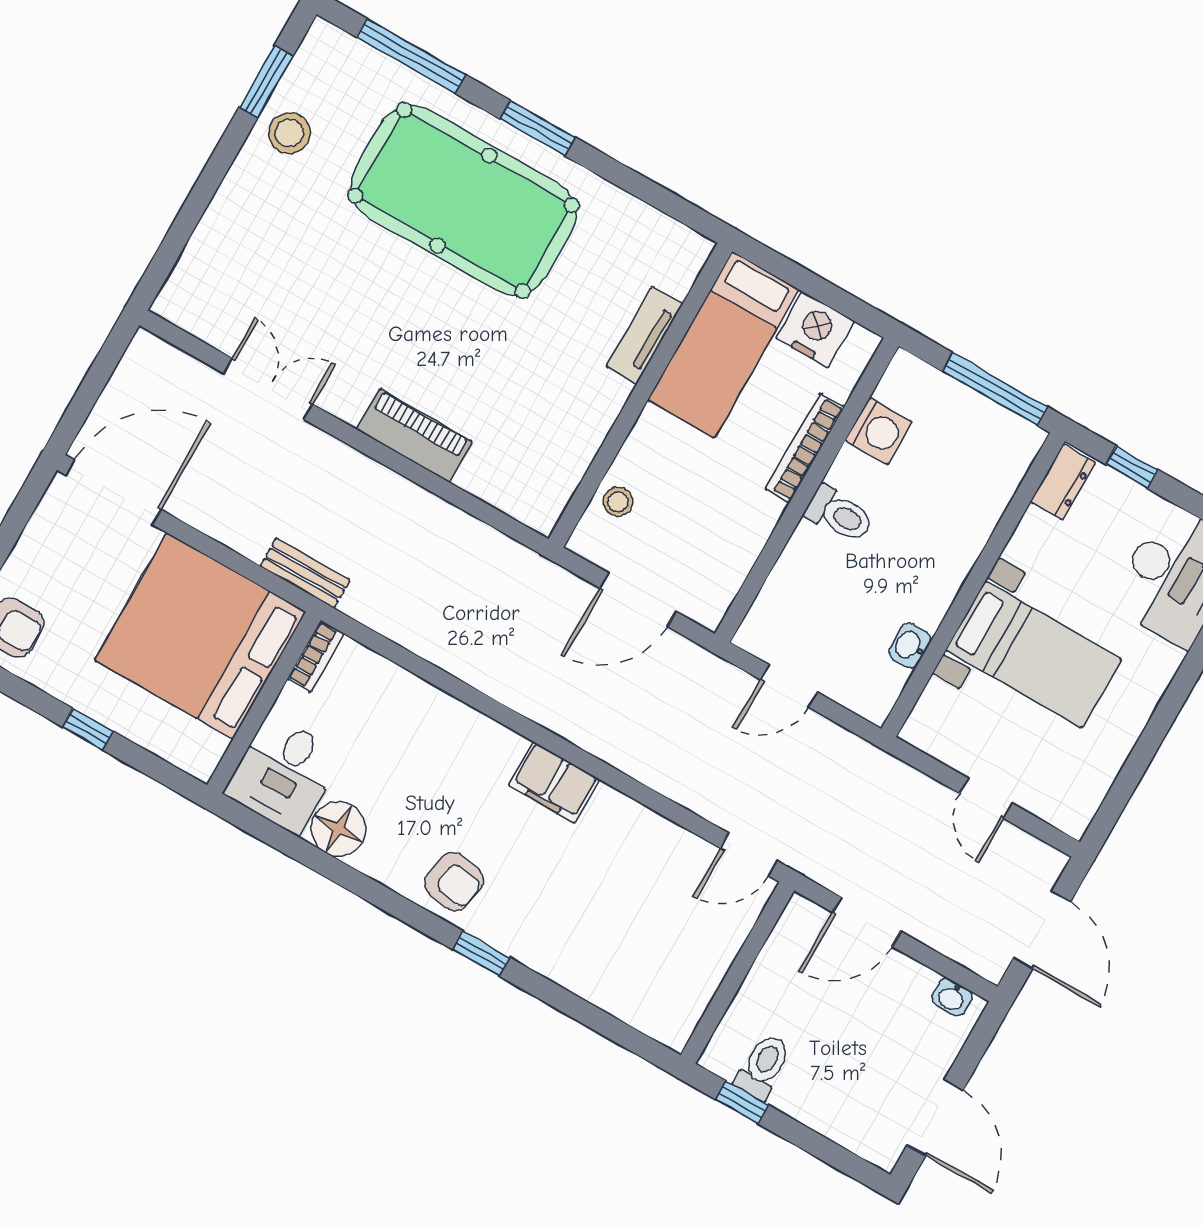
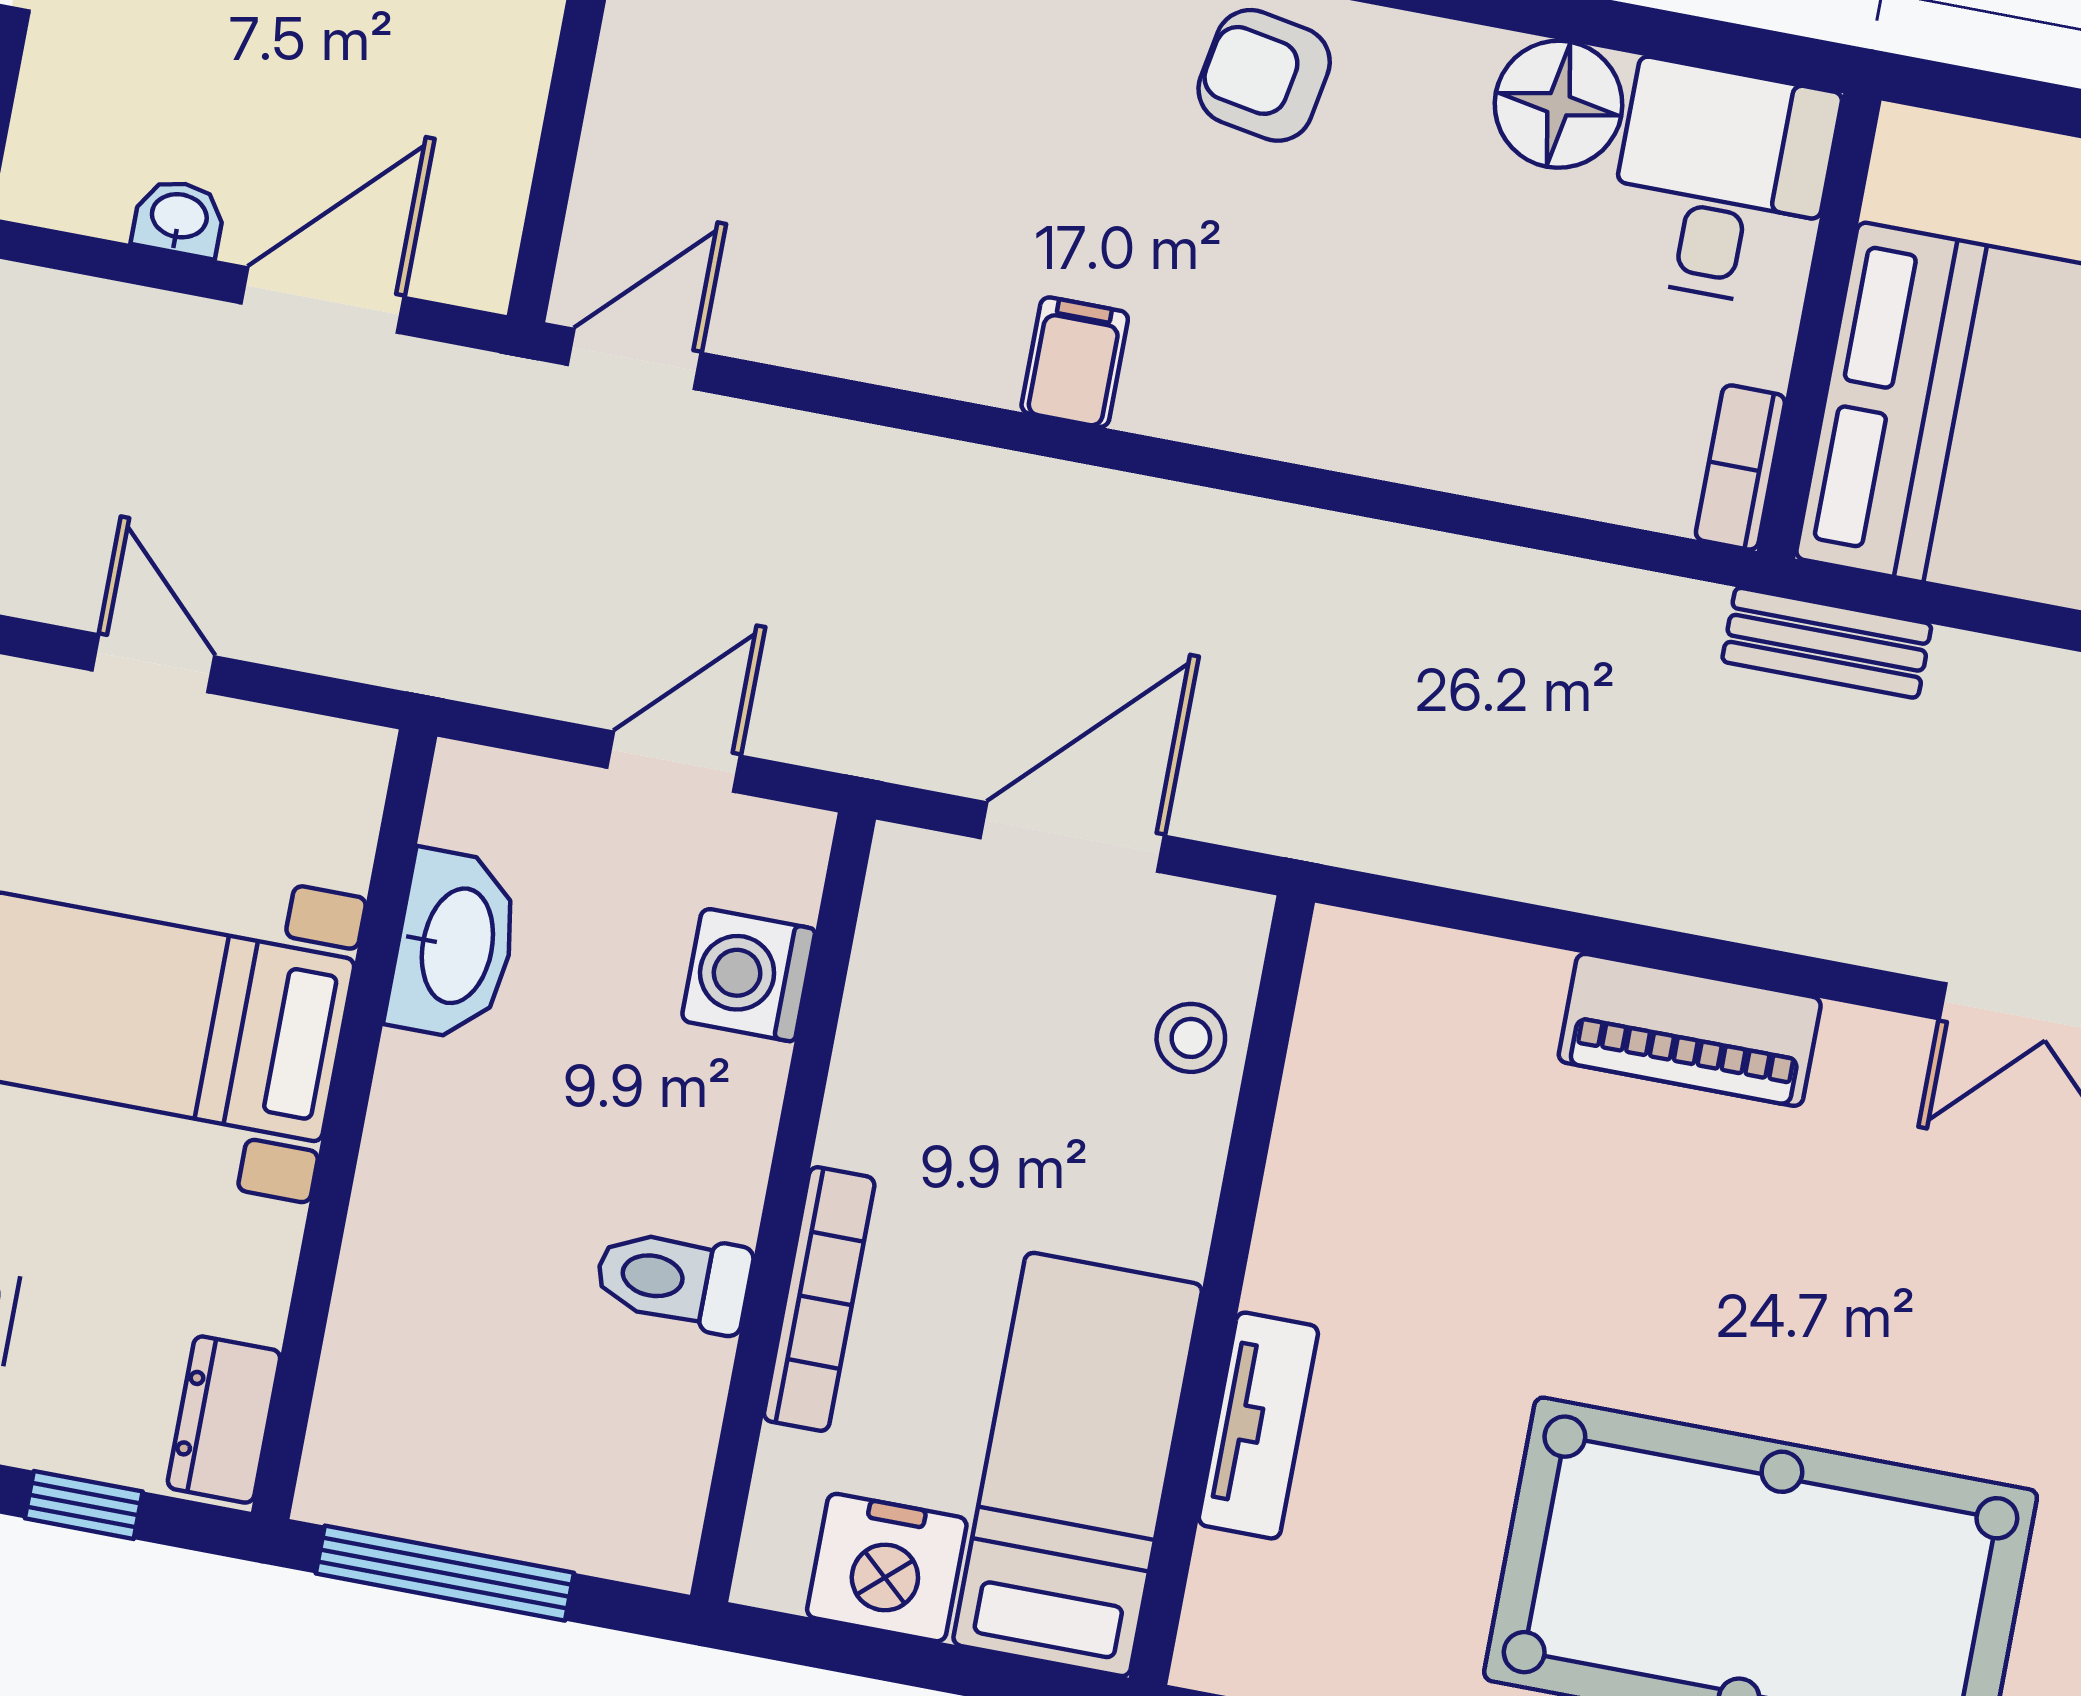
washing machine: (878, 431) -> (748, 975), moved
toilet: (839, 514) -> (673, 1280), moved
washbasin: (910, 646) -> (454, 945), width x1.91, depth x1.45
filing cabinet: (554, 782) -> (1075, 362), width x0.50
washbasin: (952, 997) -> (179, 218), moved

